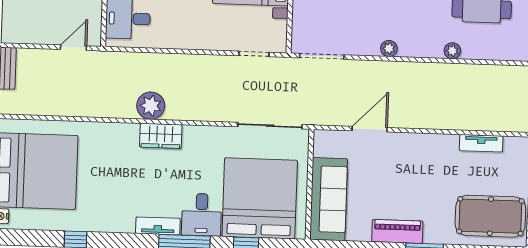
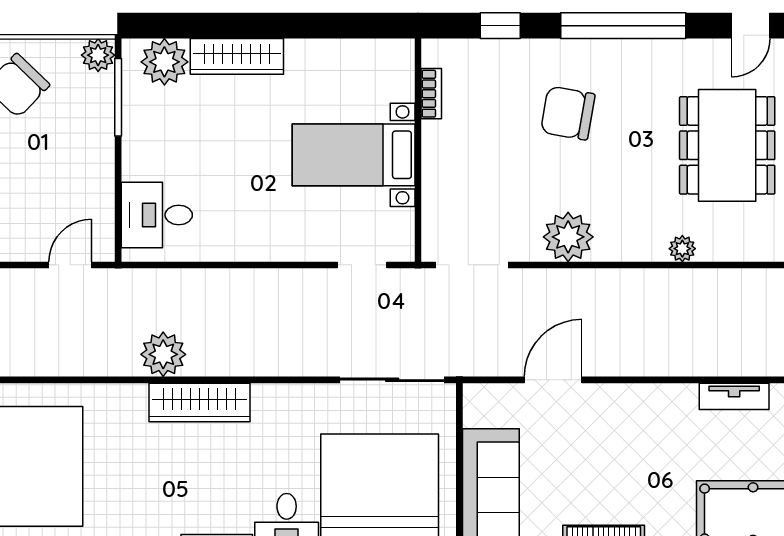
plant: (389, 48) -> (568, 237), width x1.87, depth x1.87
plant: (151, 106) -> (163, 354), moved
wardrobe: (161, 136) -> (199, 402), width x1.50

